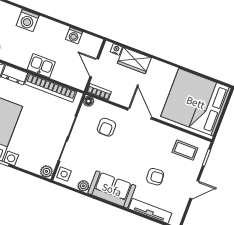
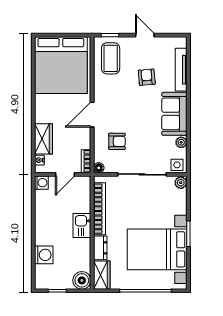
washing machine: (74, 36) -> (41, 183), moved
coffee table: (185, 150) -> (111, 58), width x1.36, depth x1.30

